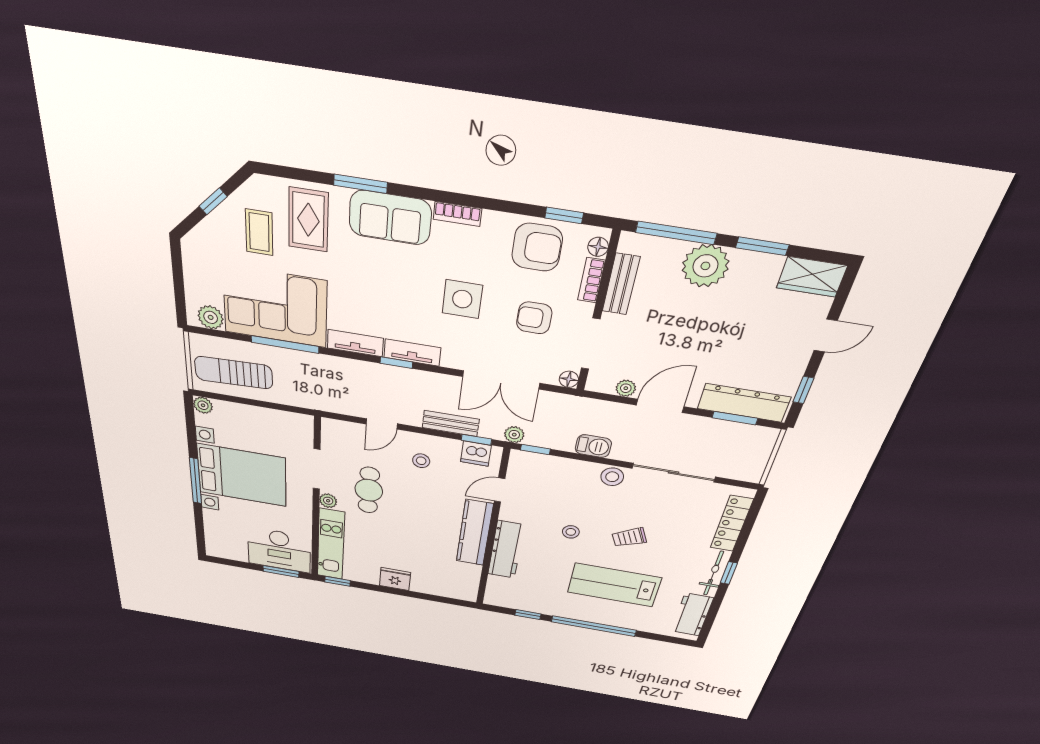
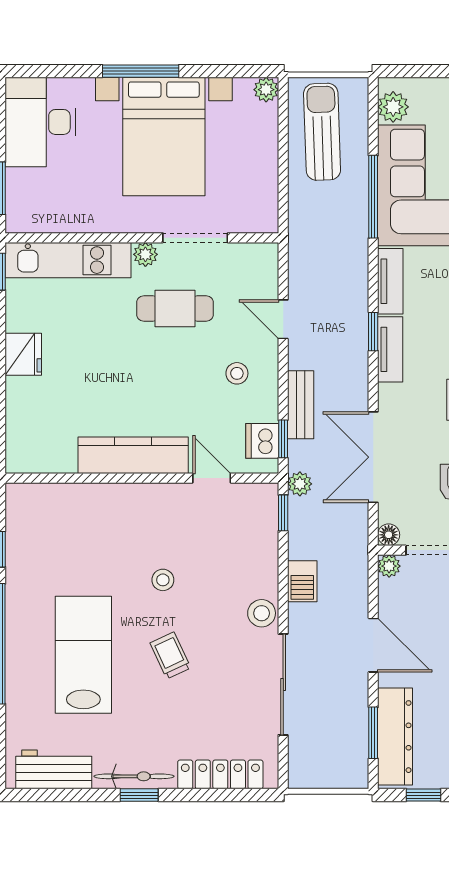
plant: (626, 388) -> (389, 566), moved
desk: (279, 550) -> (40, 122), moved
workbench: (506, 550) -> (113, 501), removed

